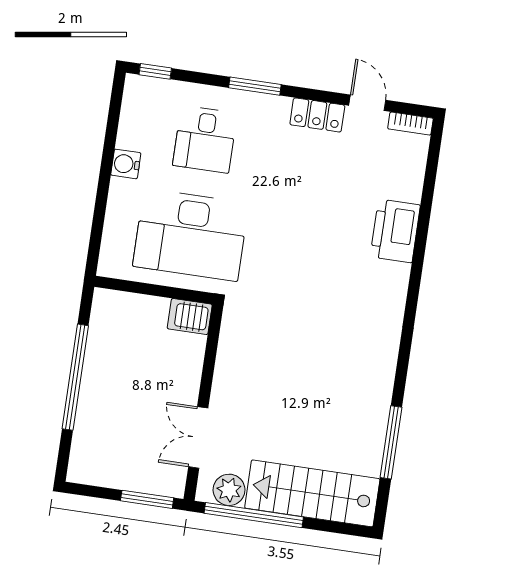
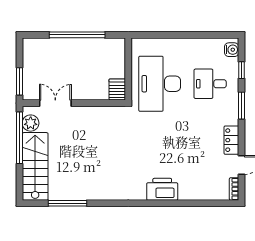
window: (155, 71) -> (241, 70), moved
water cooler: (126, 164) -> (232, 50), moved, turned 90
printer: (395, 231) -> (162, 189), moved

